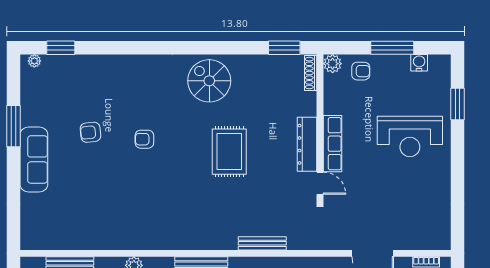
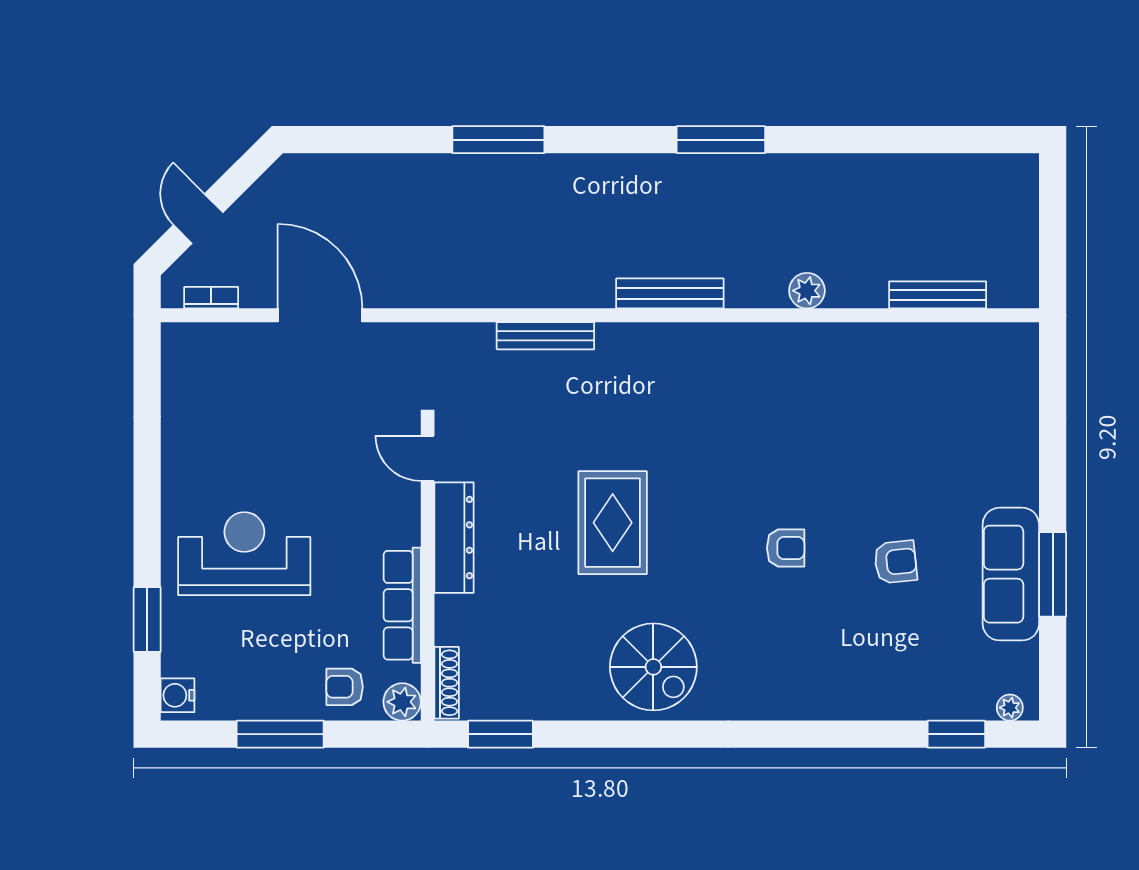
water cooler: (419, 63) -> (178, 695), moved, turned 90
row of seats: (332, 144) -> (402, 605), moved
sofa: (34, 159) -> (1011, 574), moved

